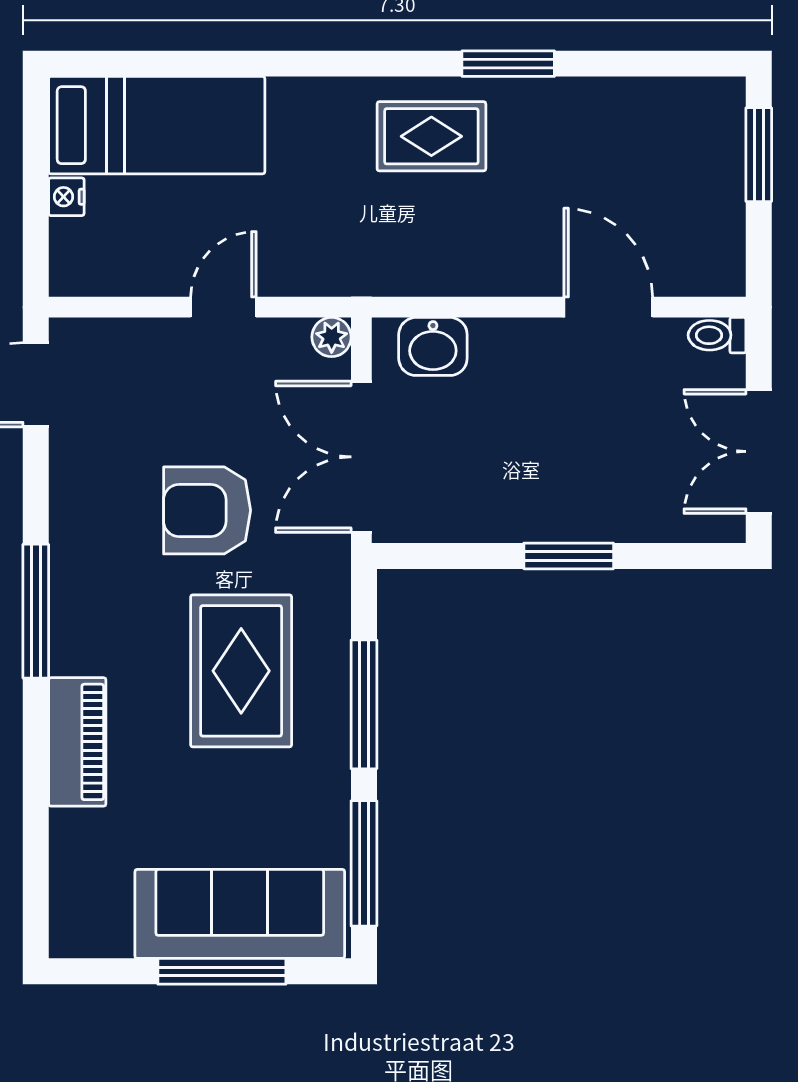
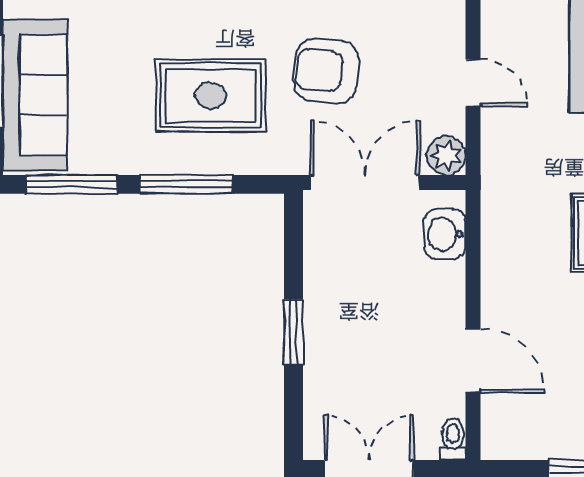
door: (608, 307) -> (473, 361), hinge flipped
plant: (332, 337) -> (446, 156), width x1.38, depth x1.38
armchair: (207, 510) -> (326, 71), turned -85

